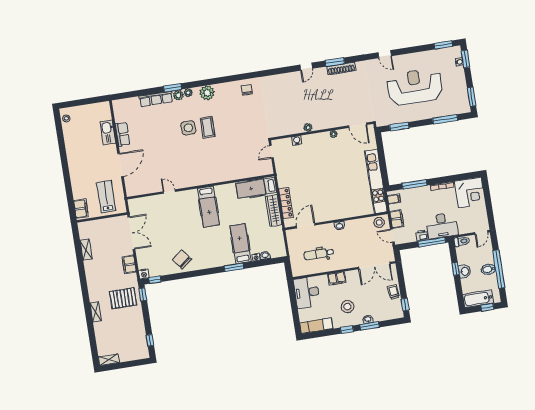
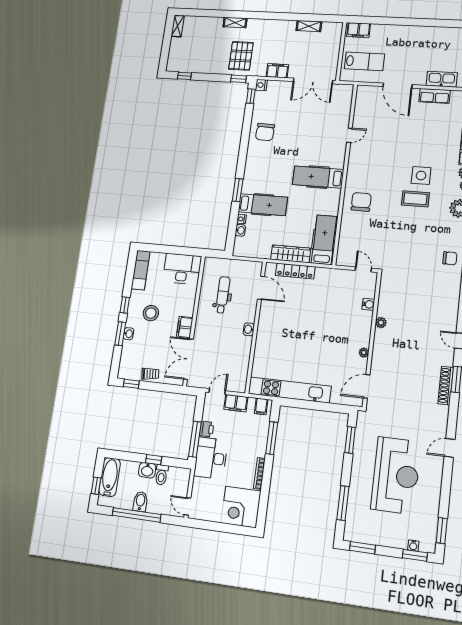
chair: (220, 168) -> (361, 202), added
stool: (379, 222) -> (238, 380), removed
toilet: (462, 241) -> (161, 475), moved
chair: (182, 259) -> (265, 132), turned 130
filing cabinet: (337, 278) -> (185, 327), moved

